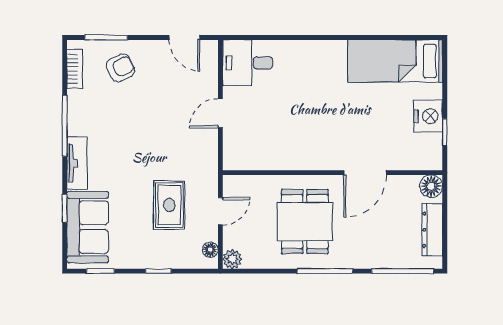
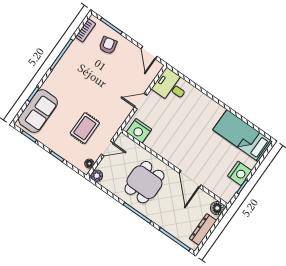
armchair: (120, 68) -> (108, 45), turned -77
nightstand: (247, 156) -> (139, 131), added
tv unit: (77, 163) -> (55, 77), removed
door: (365, 173) -> (190, 179), hinge flipped

